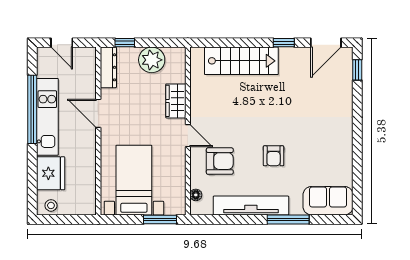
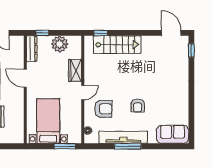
window: (284, 43) -> (101, 33), moved
door: (326, 43) -> (171, 33), swing flipped
door: (188, 136) -> (83, 93), hinge flipped
window: (288, 219) -> (128, 146), moved

